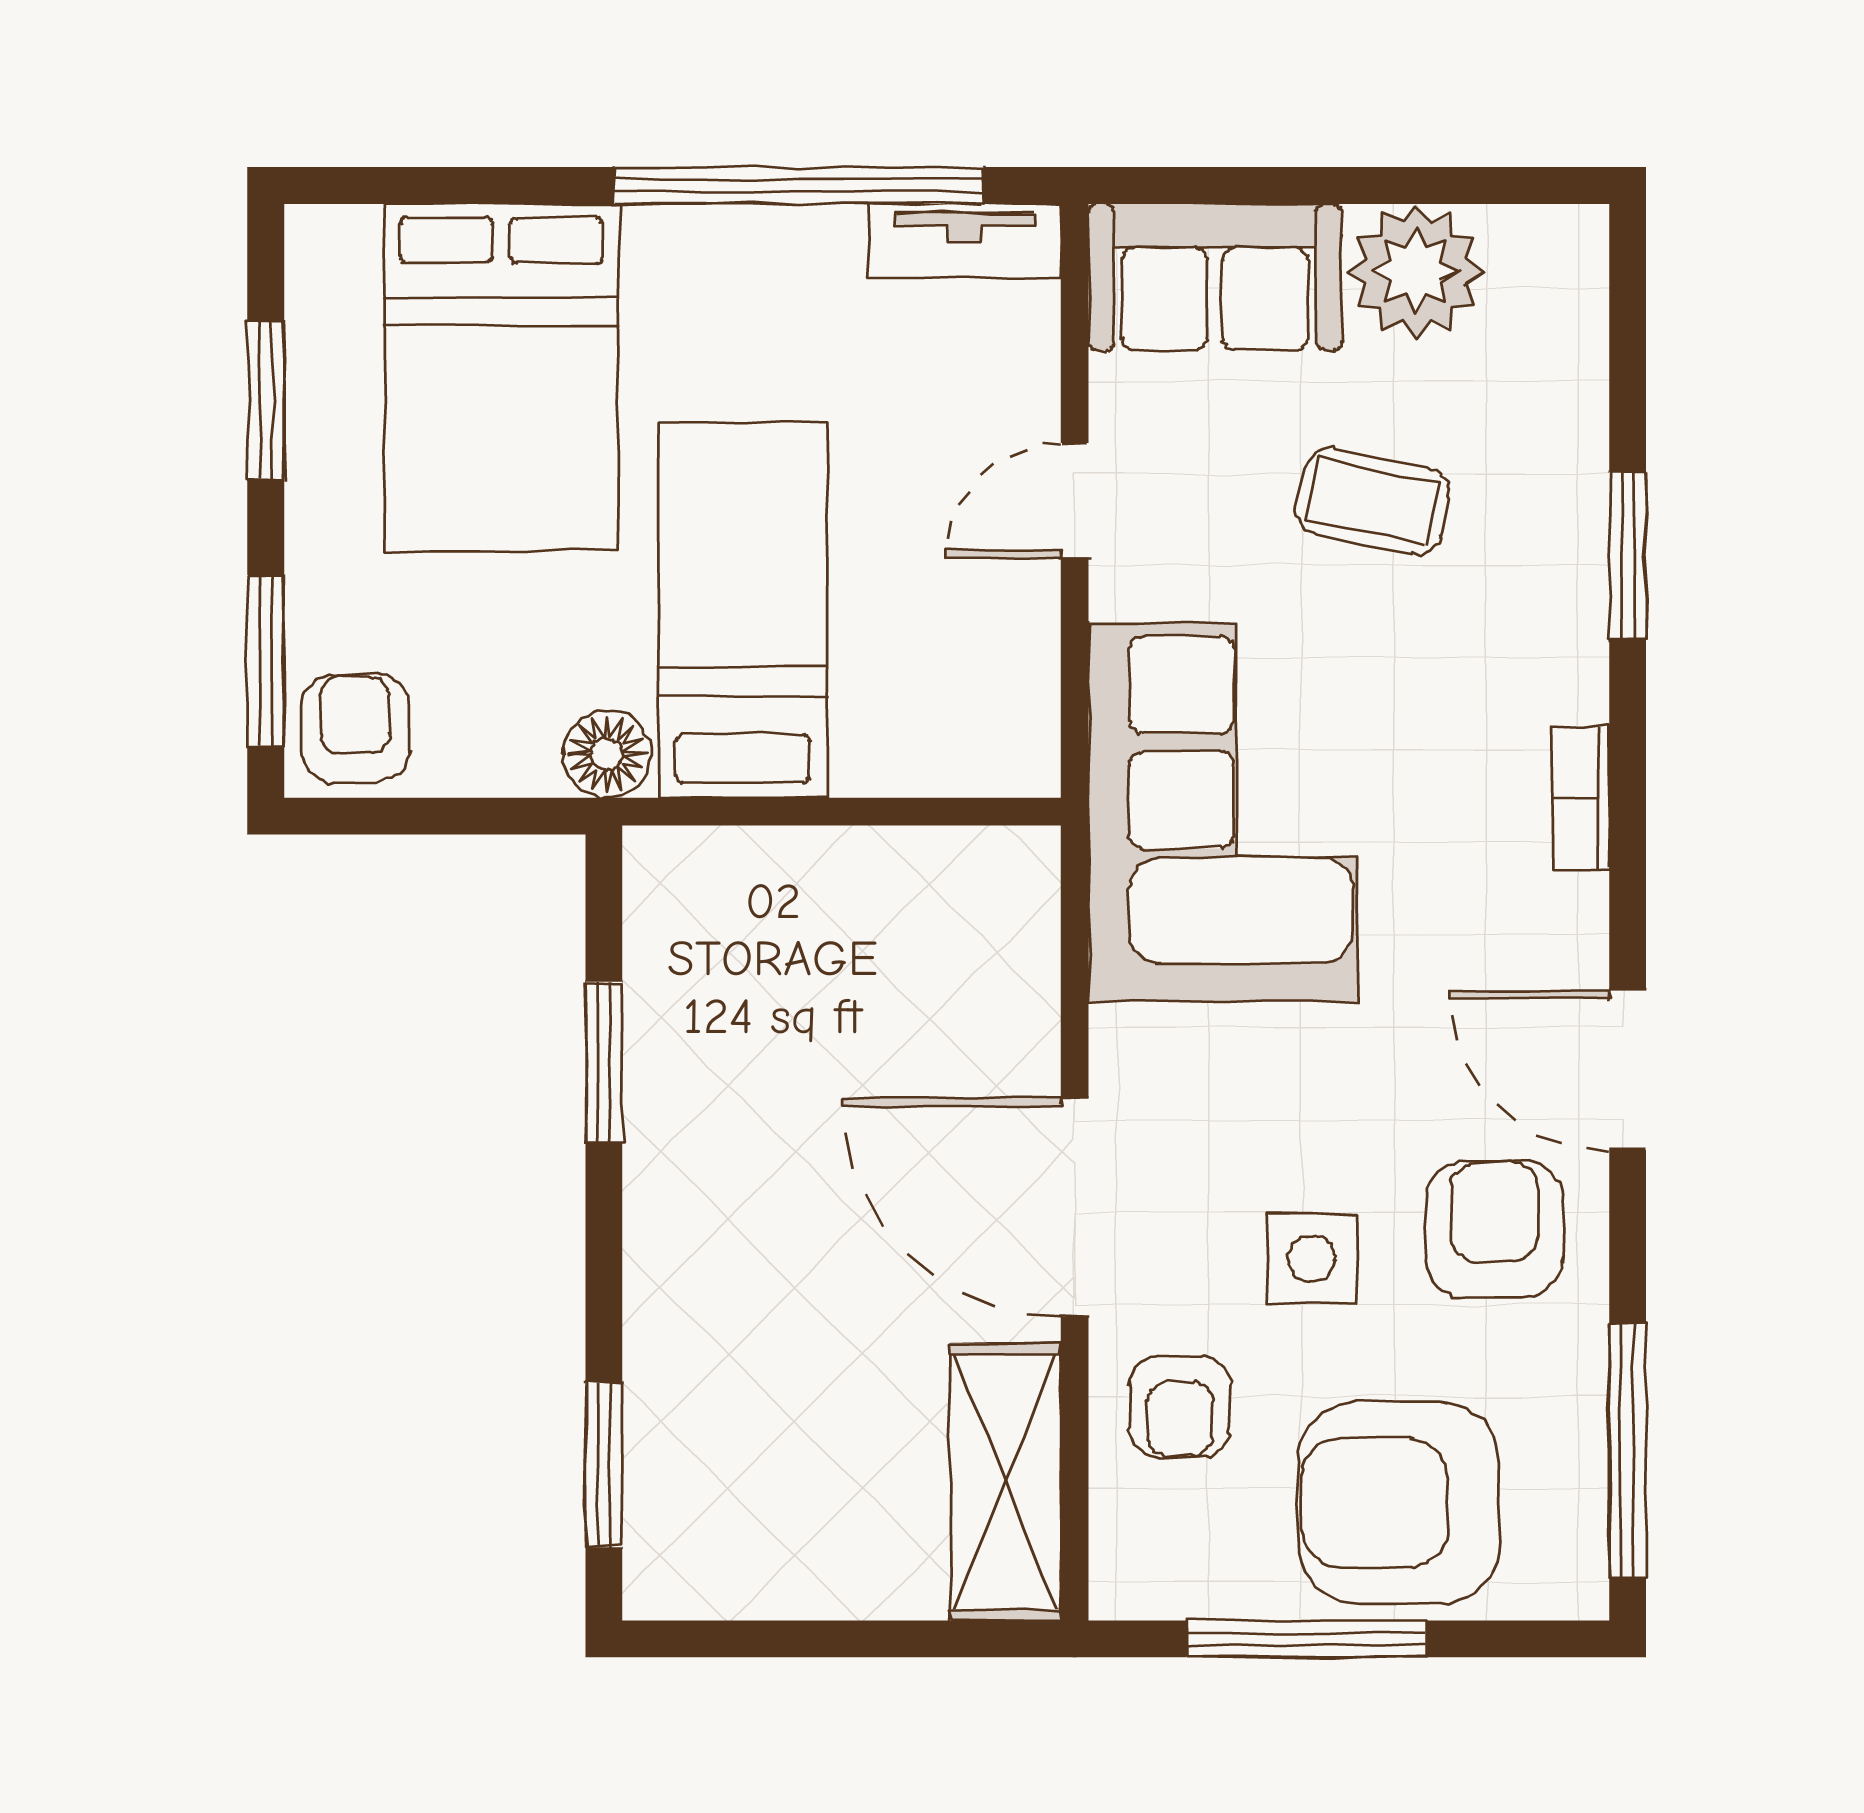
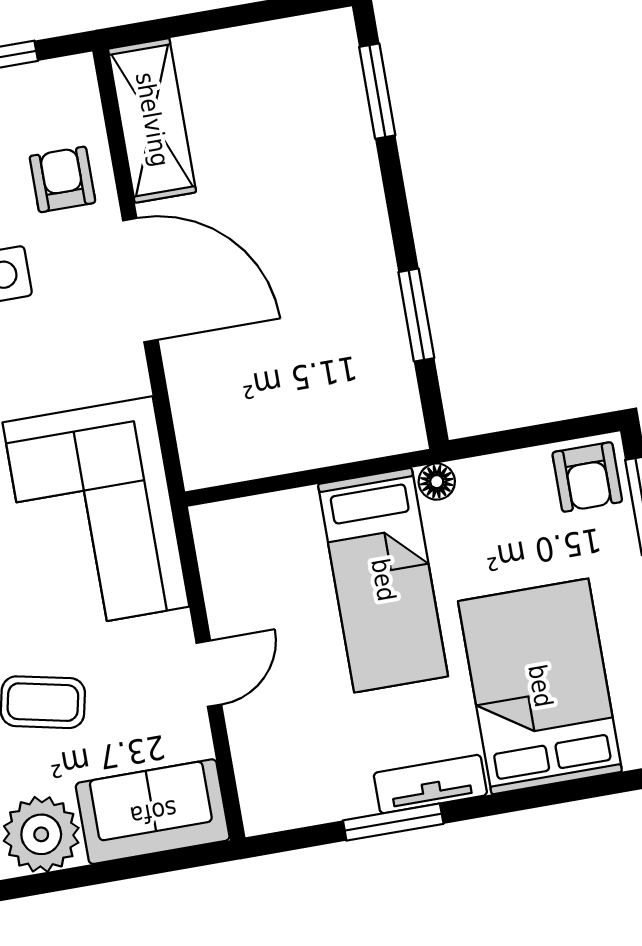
window: (799, 185) -> (393, 822), width x0.47
tv unit: (965, 241) -> (430, 784), moved
floor lamp: (607, 754) -> (437, 482), width x0.73, depth x0.73

